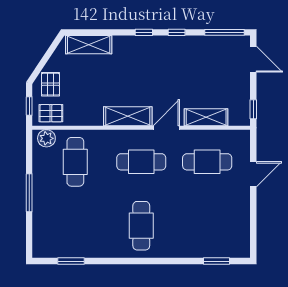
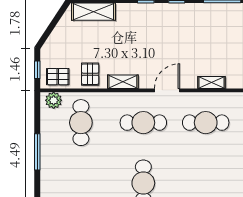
pallet: (50, 84) -> (90, 74), moved
shelving: (128, 116) -> (123, 82), width x0.67, depth x0.75
shelving: (206, 117) -> (211, 82), width x0.67, depth x0.75

